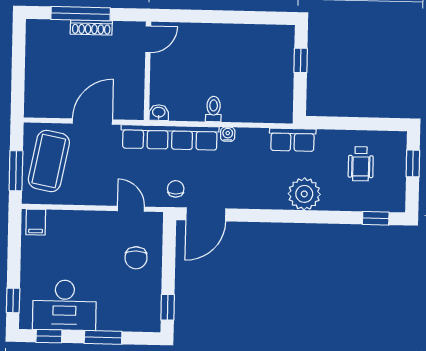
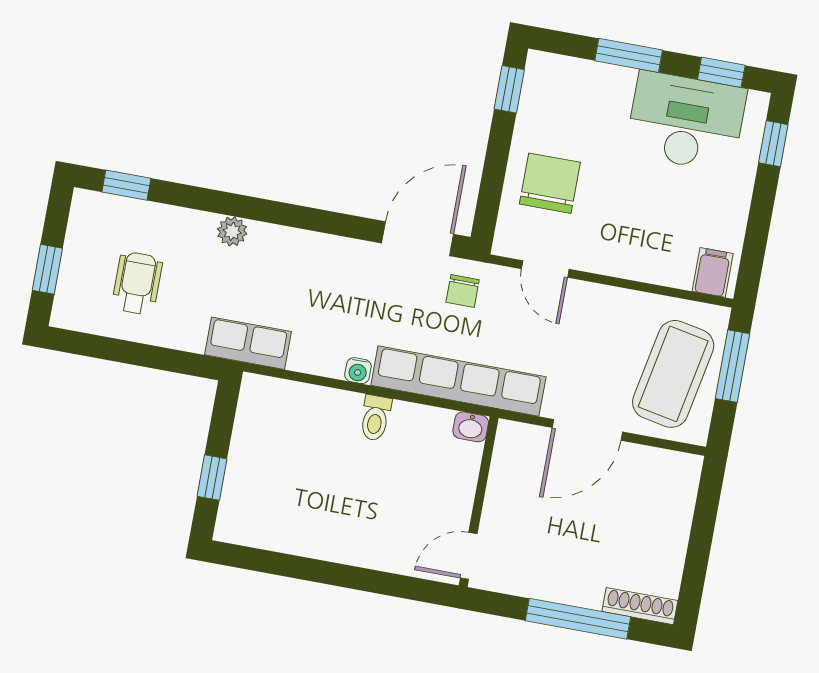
shoe rack: (91, 27) -> (640, 606), moved
plant: (304, 194) -> (232, 231), width x0.53, depth x0.53
chair: (136, 258) -> (550, 183), width x1.37, depth x1.37

